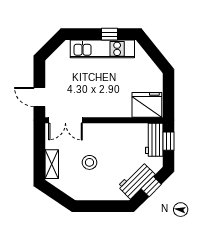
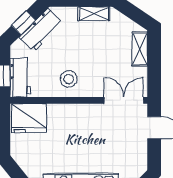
stool: (89, 162) -> (69, 79), moved
shelving: (91, 194) -> (94, 14), added

